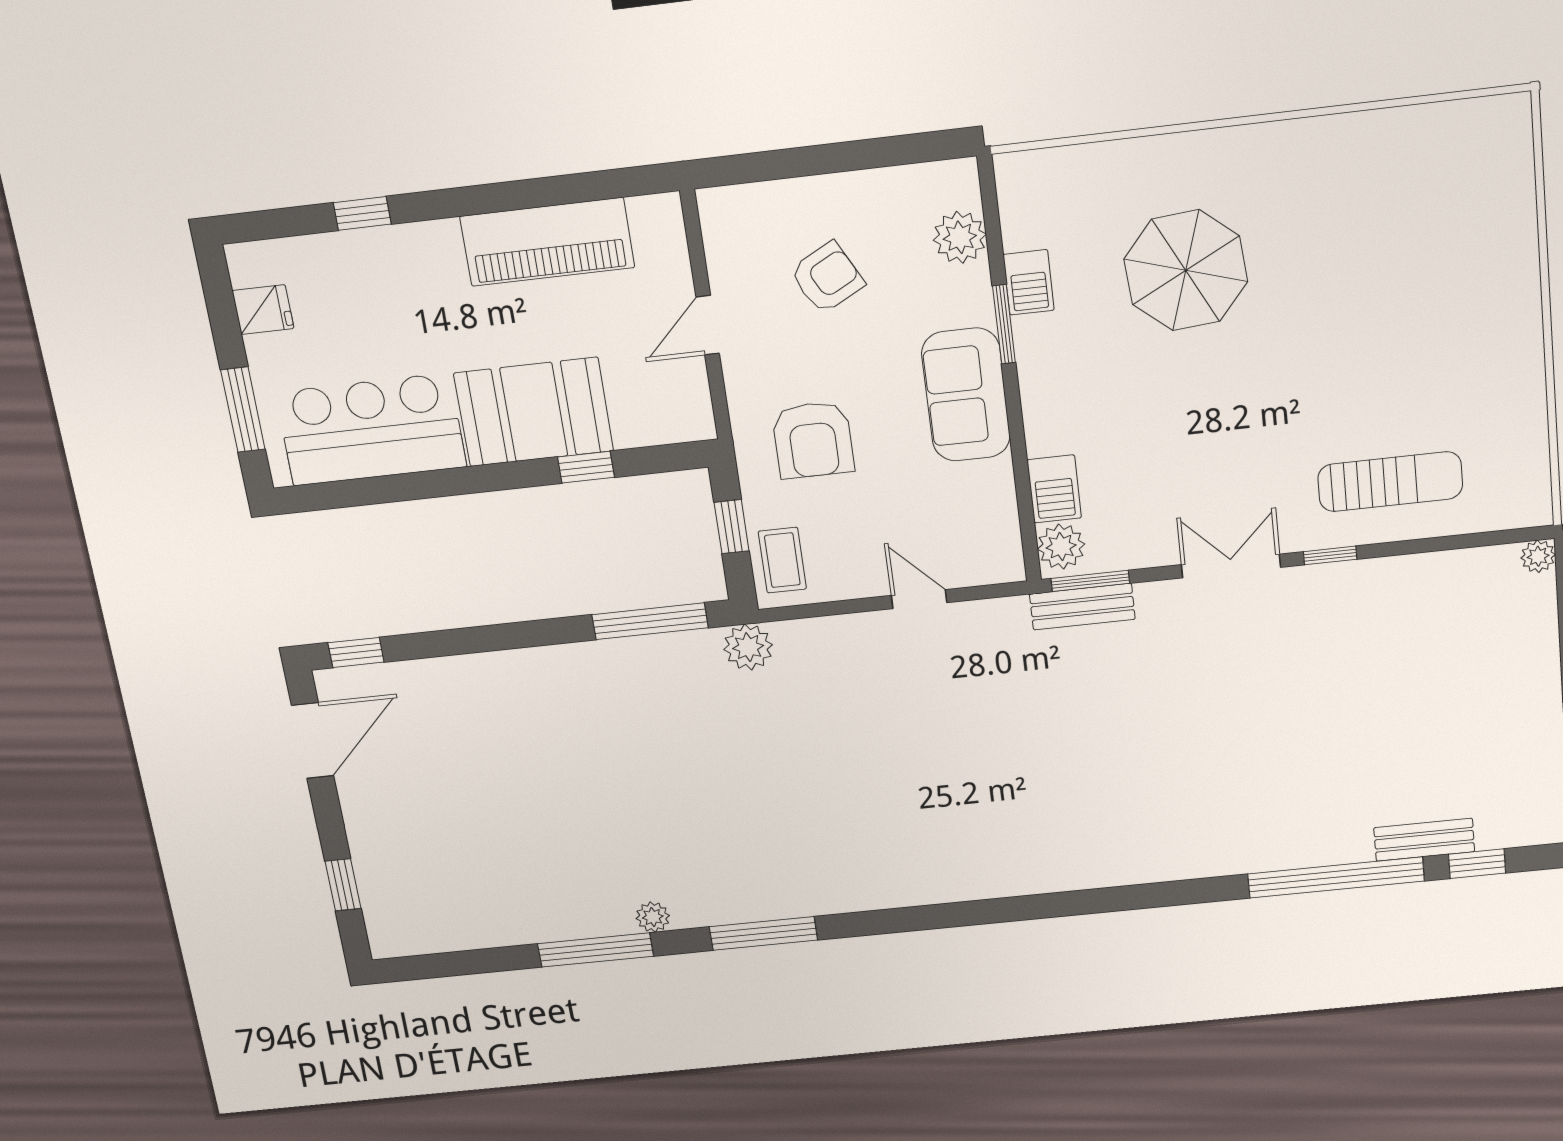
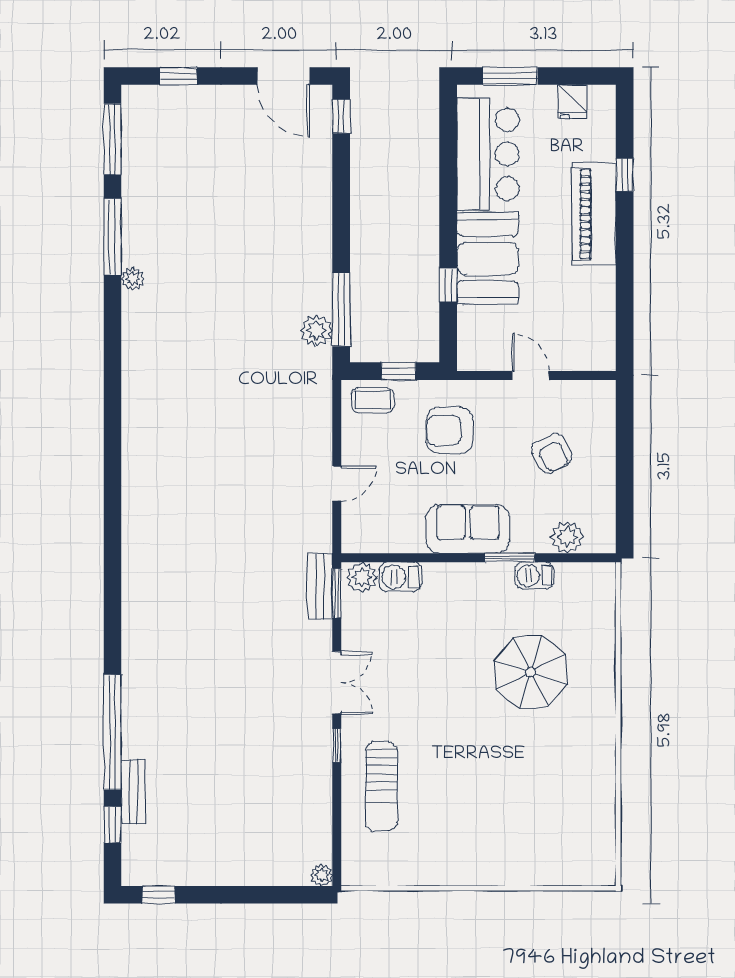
piano: (547, 242) -> (594, 214), moved
plant: (748, 647) -> (316, 330), moved
window: (763, 933) -> (113, 139), moved

